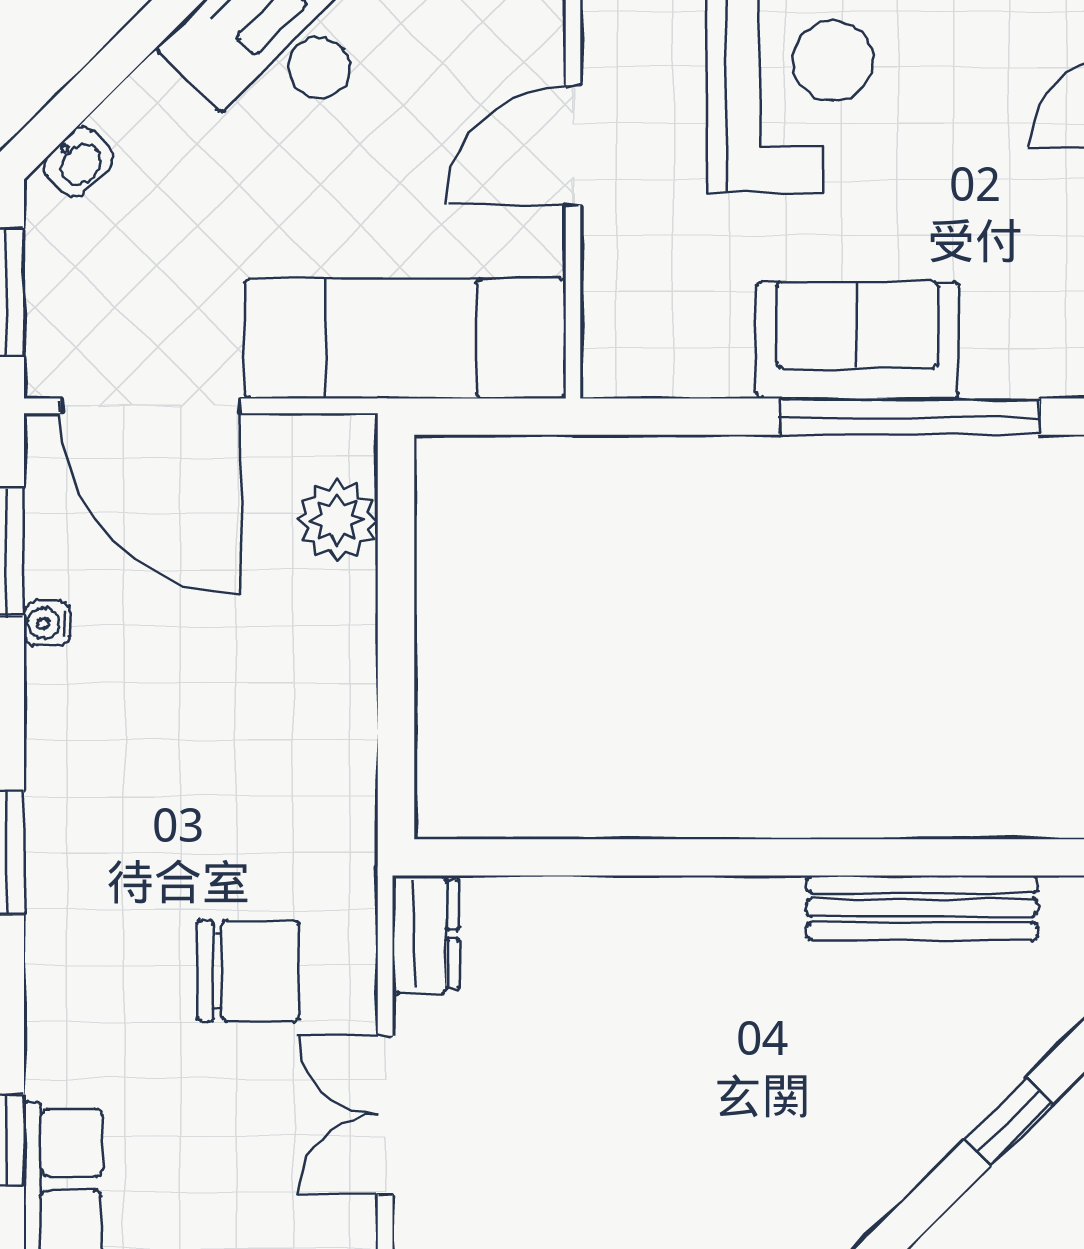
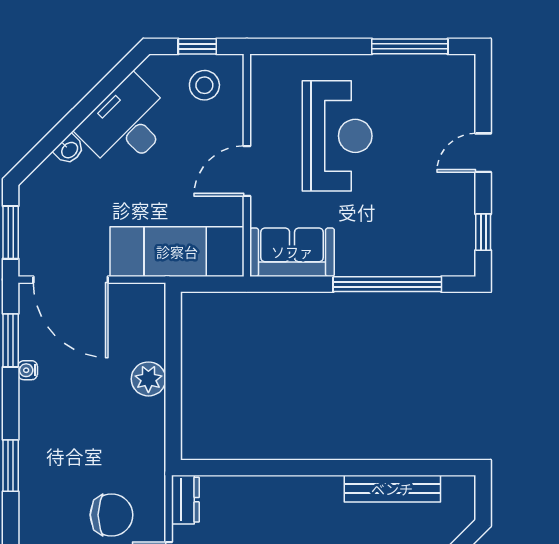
washbasin: (78, 162) -> (69, 150), moved
sofa: (857, 340) -> (292, 252), moved
plant: (337, 520) -> (148, 379), moved

